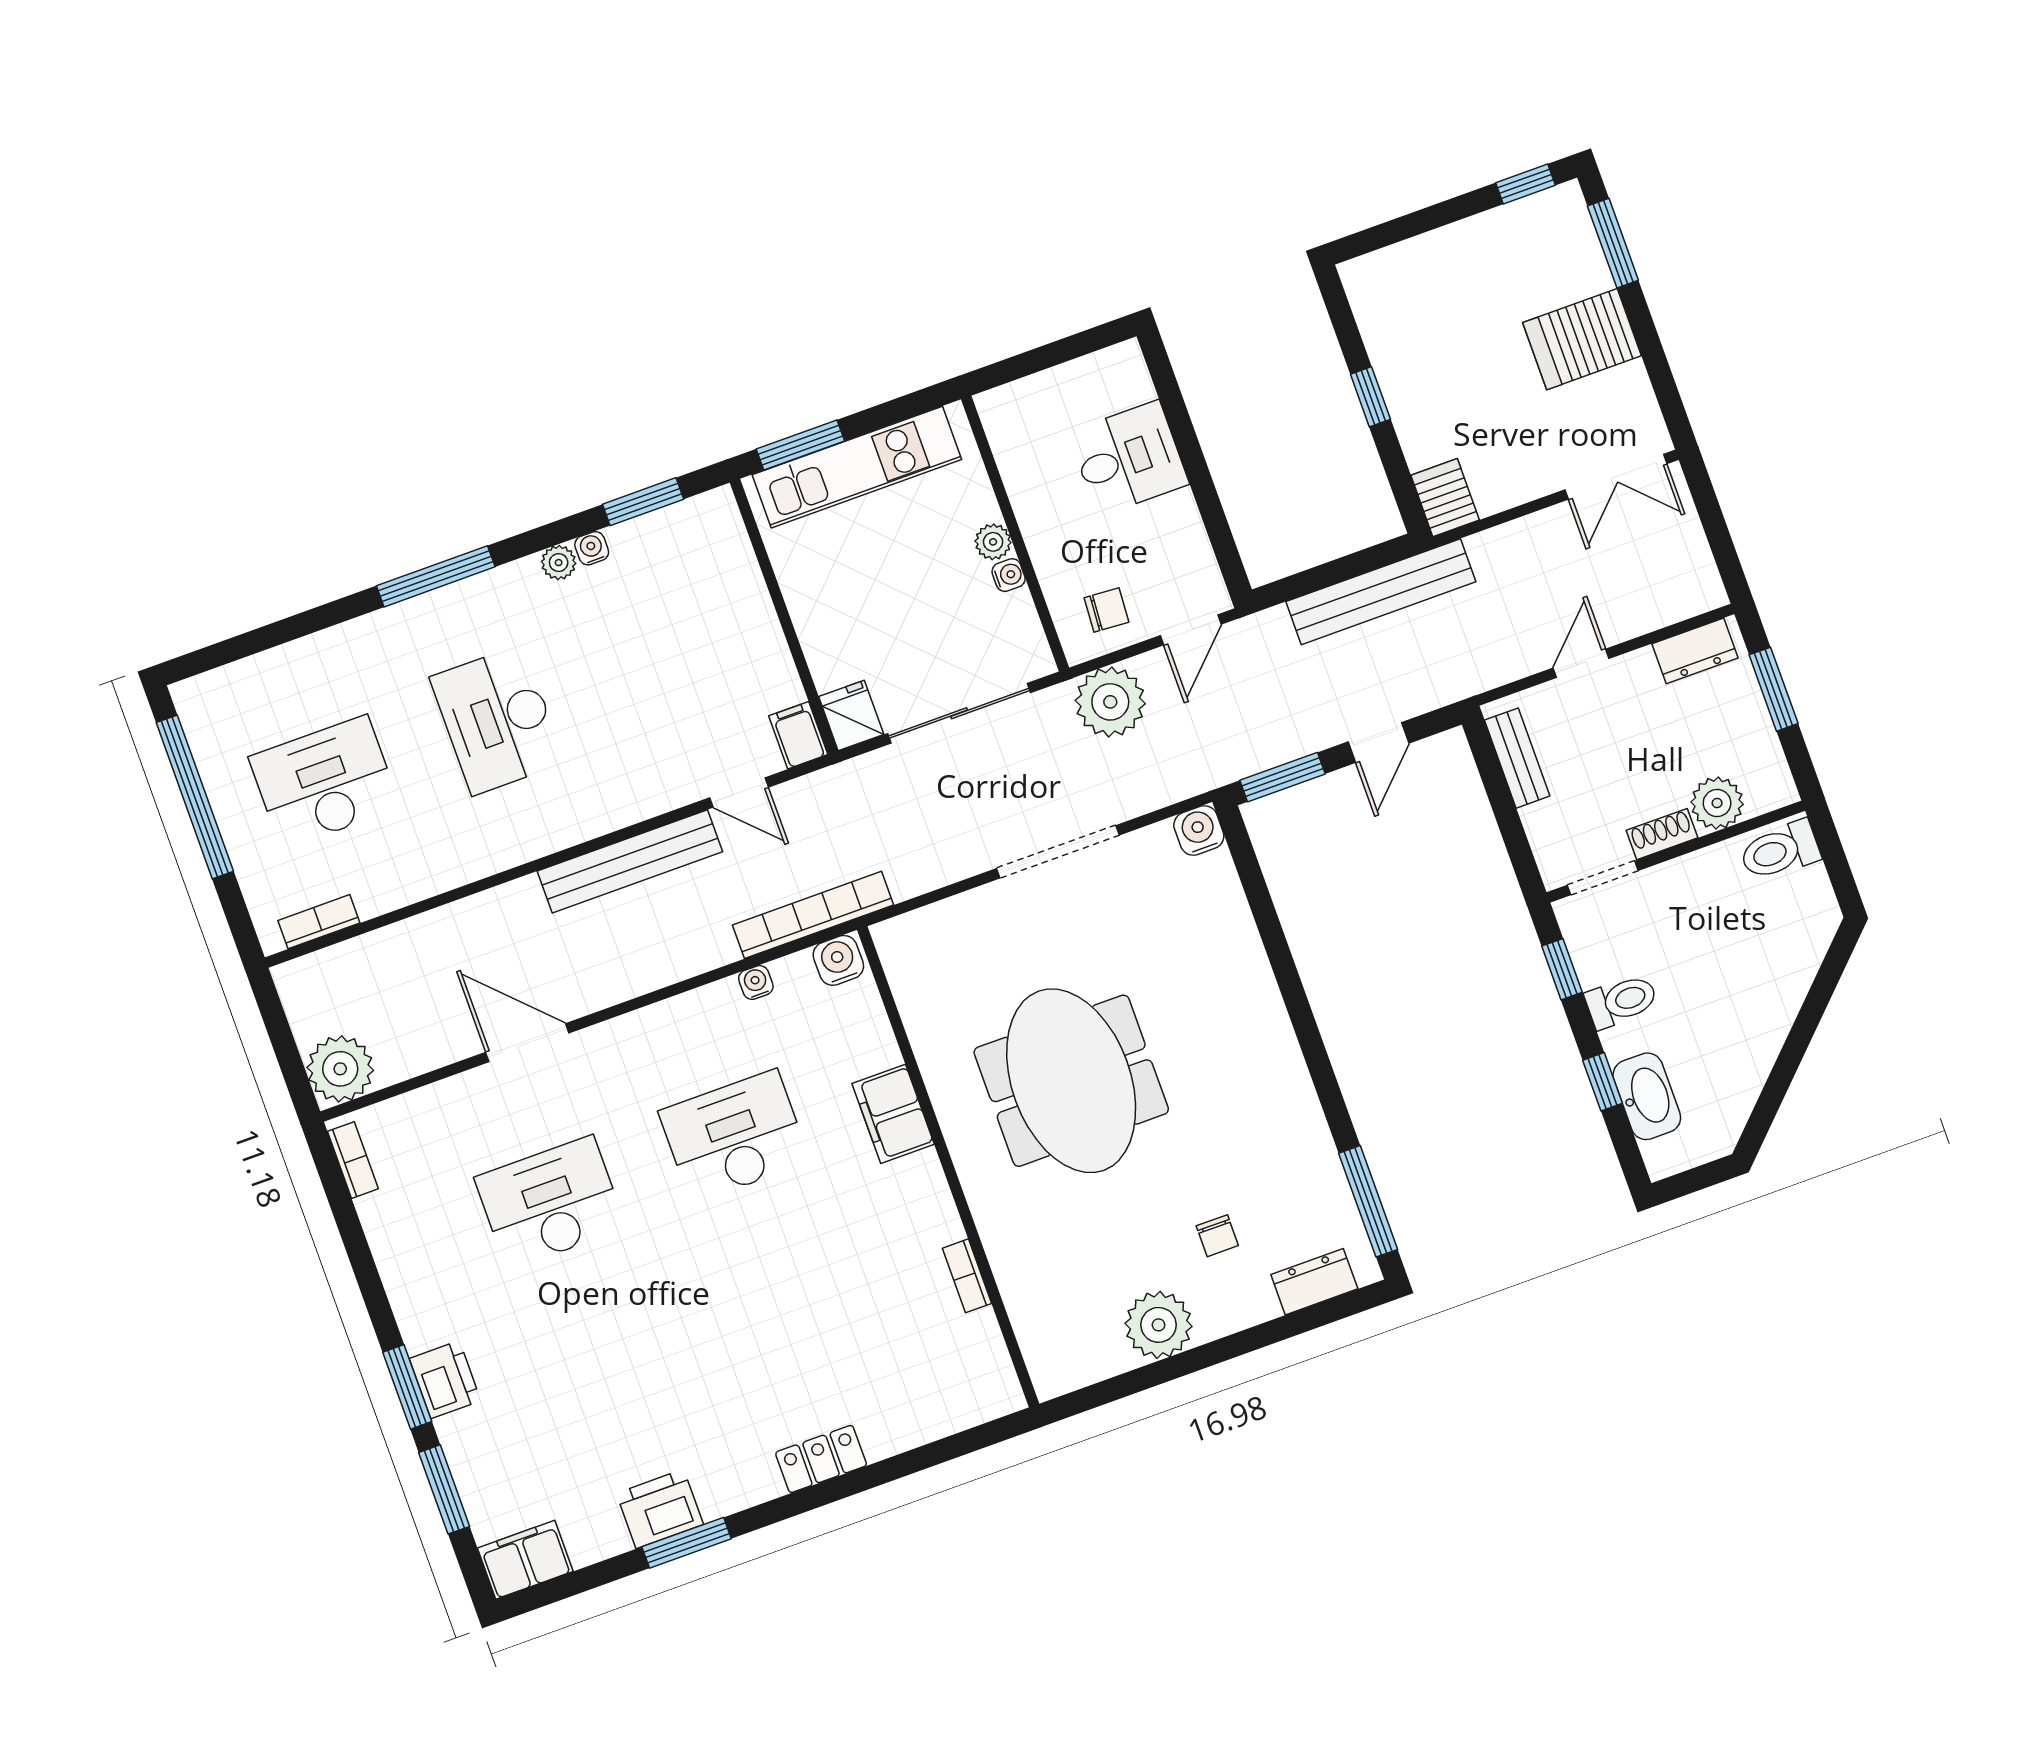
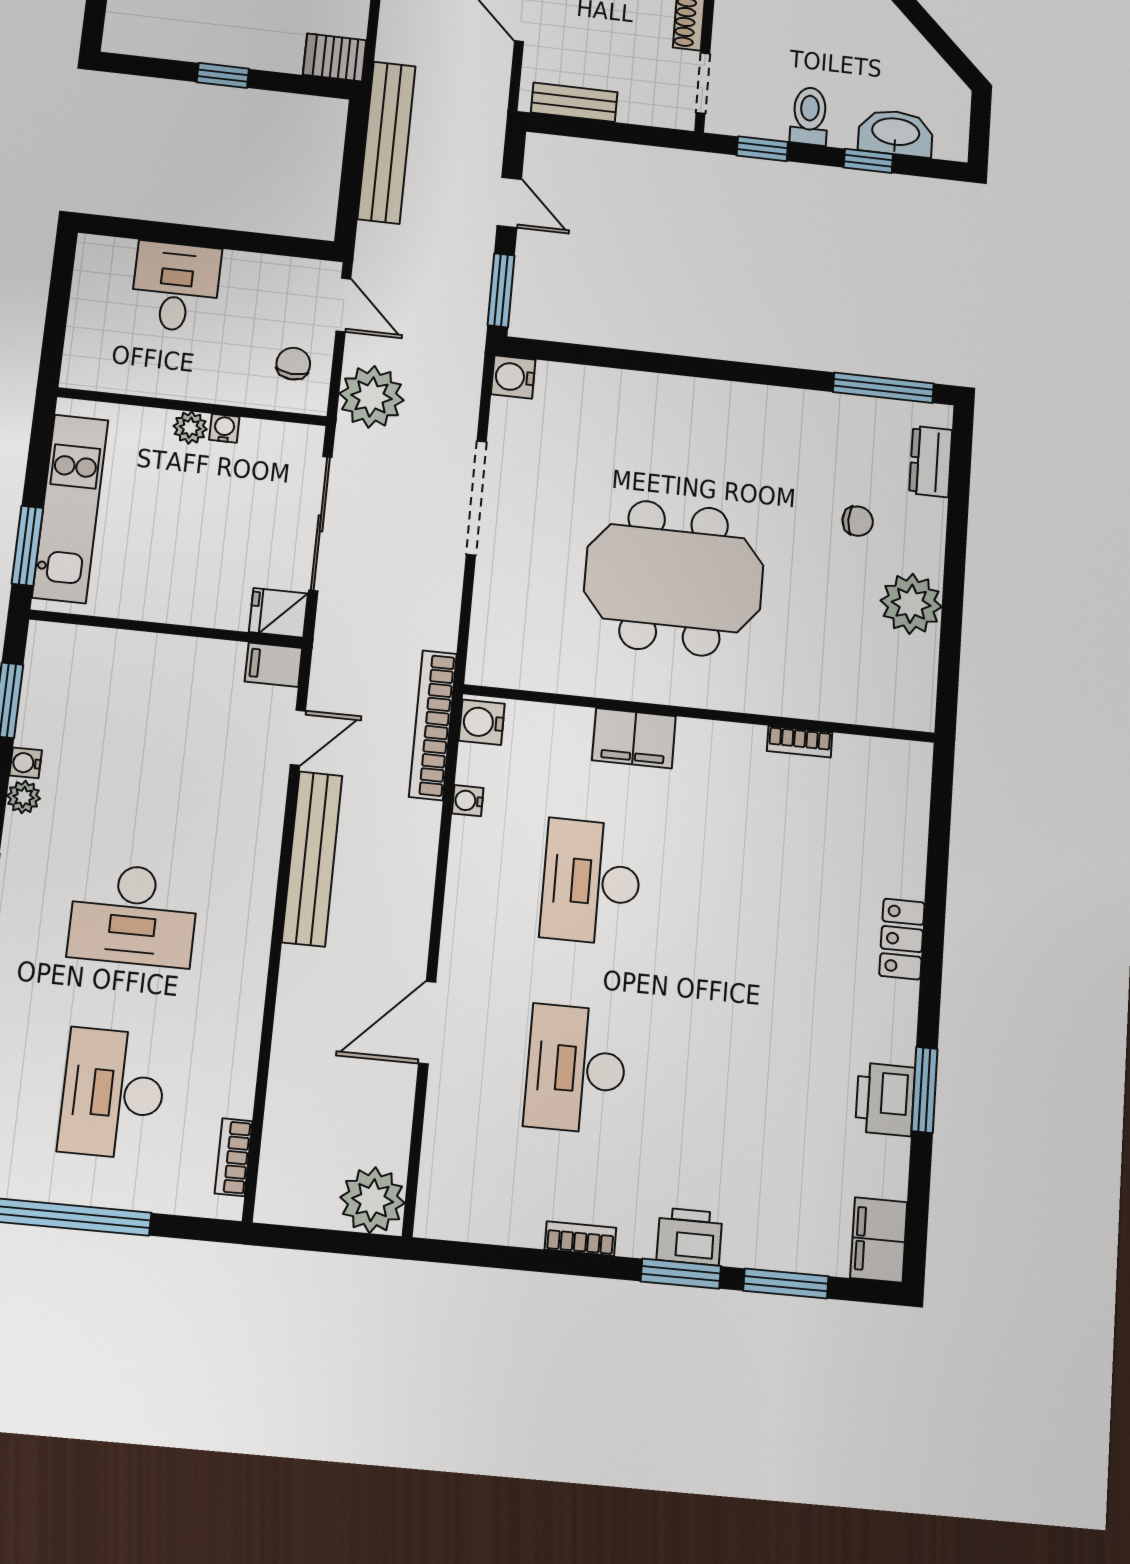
bookcase: (353, 1160) -> (580, 1239), moved

